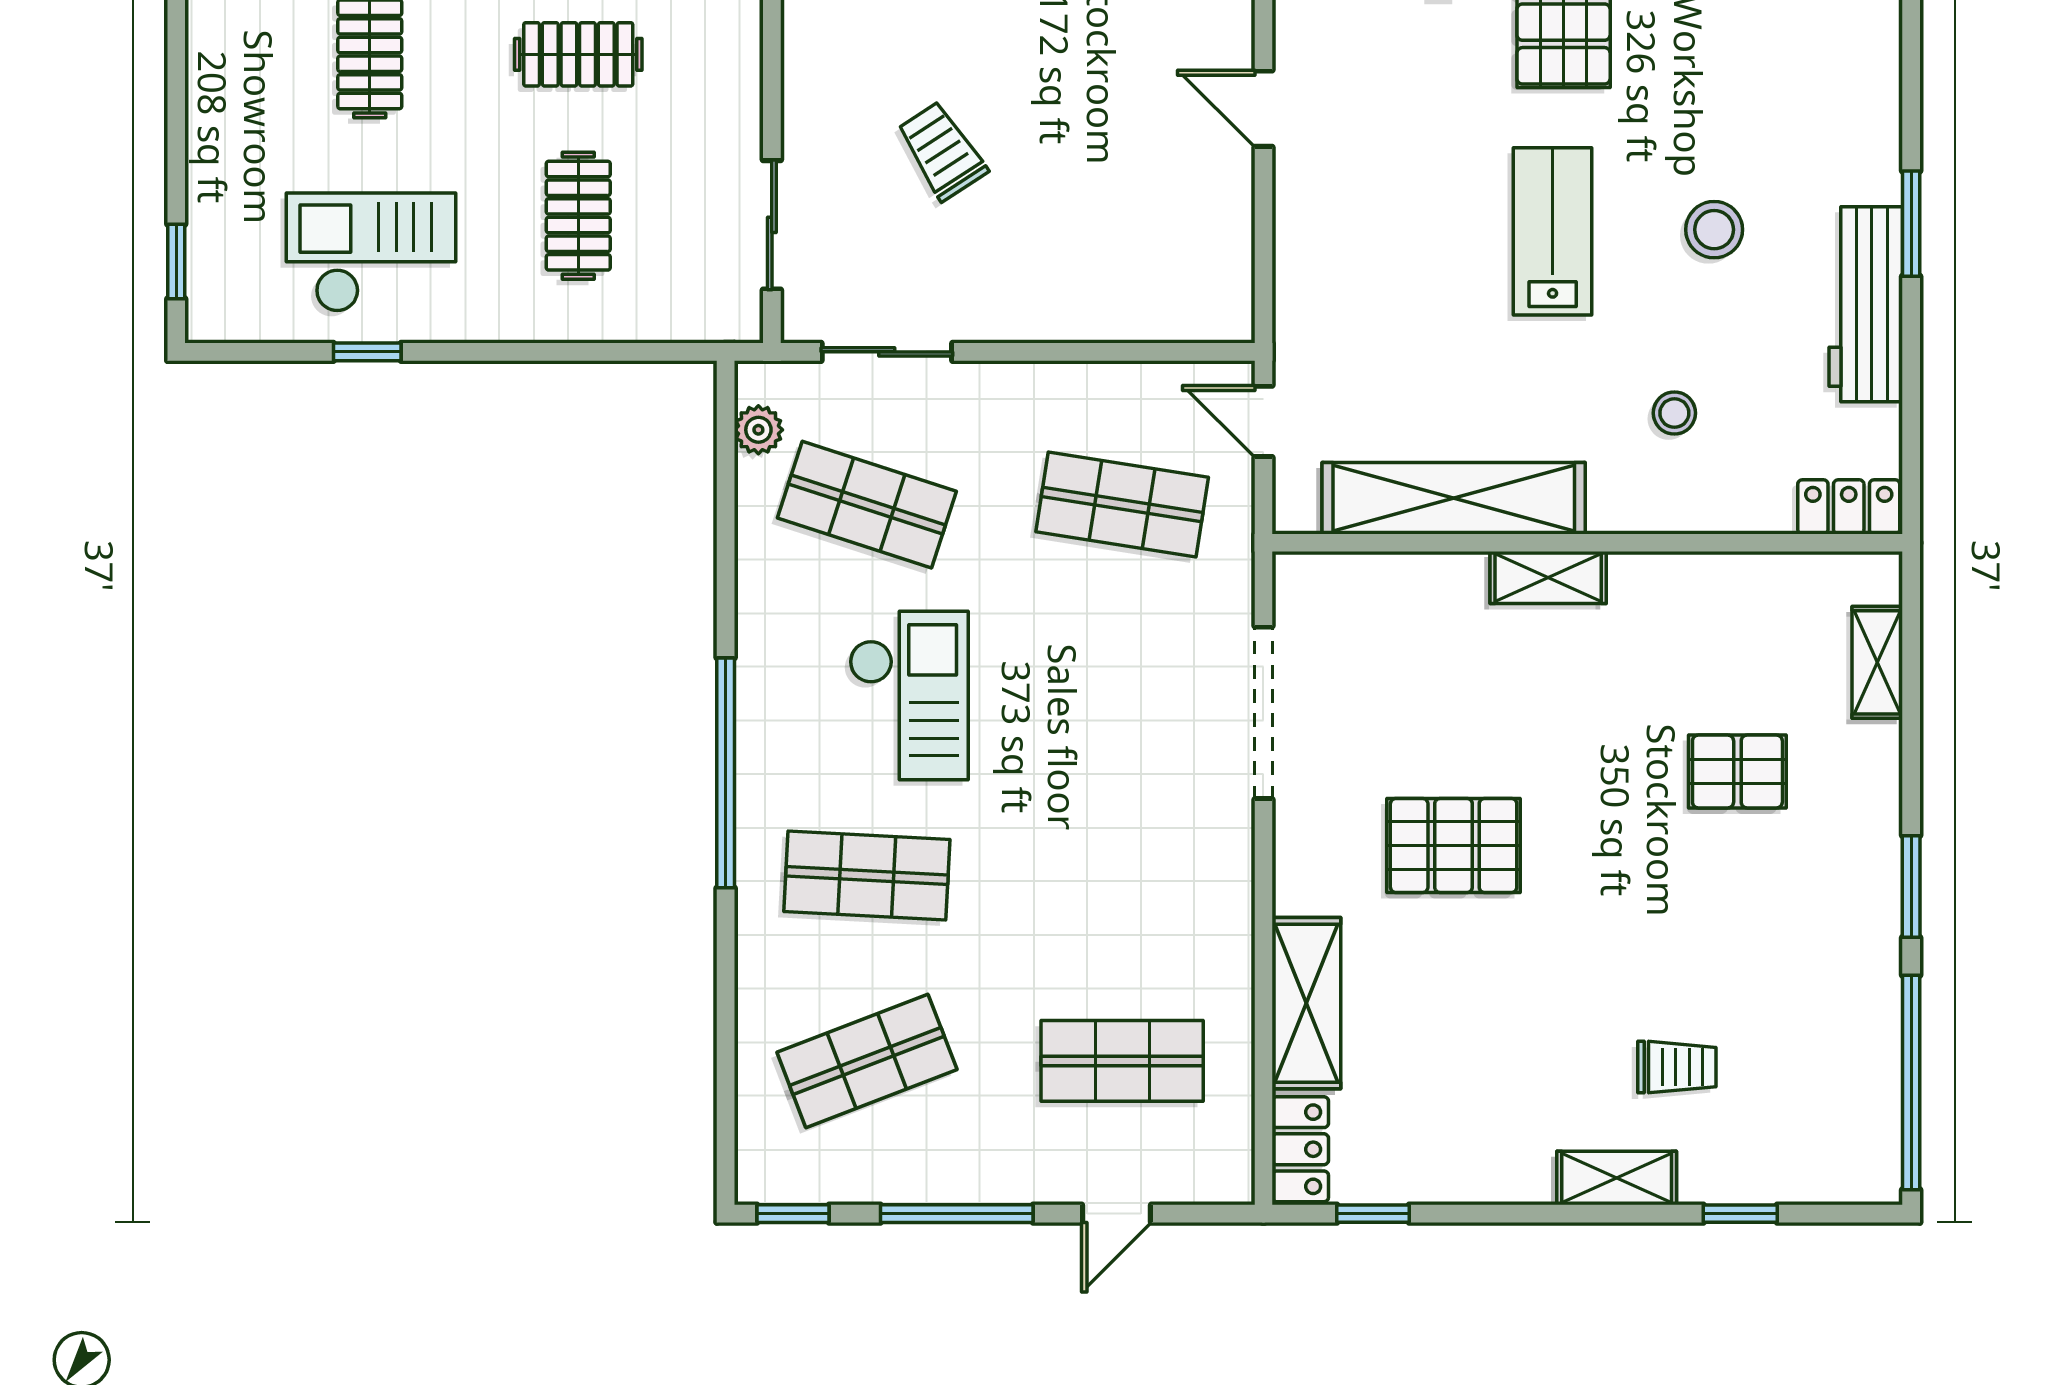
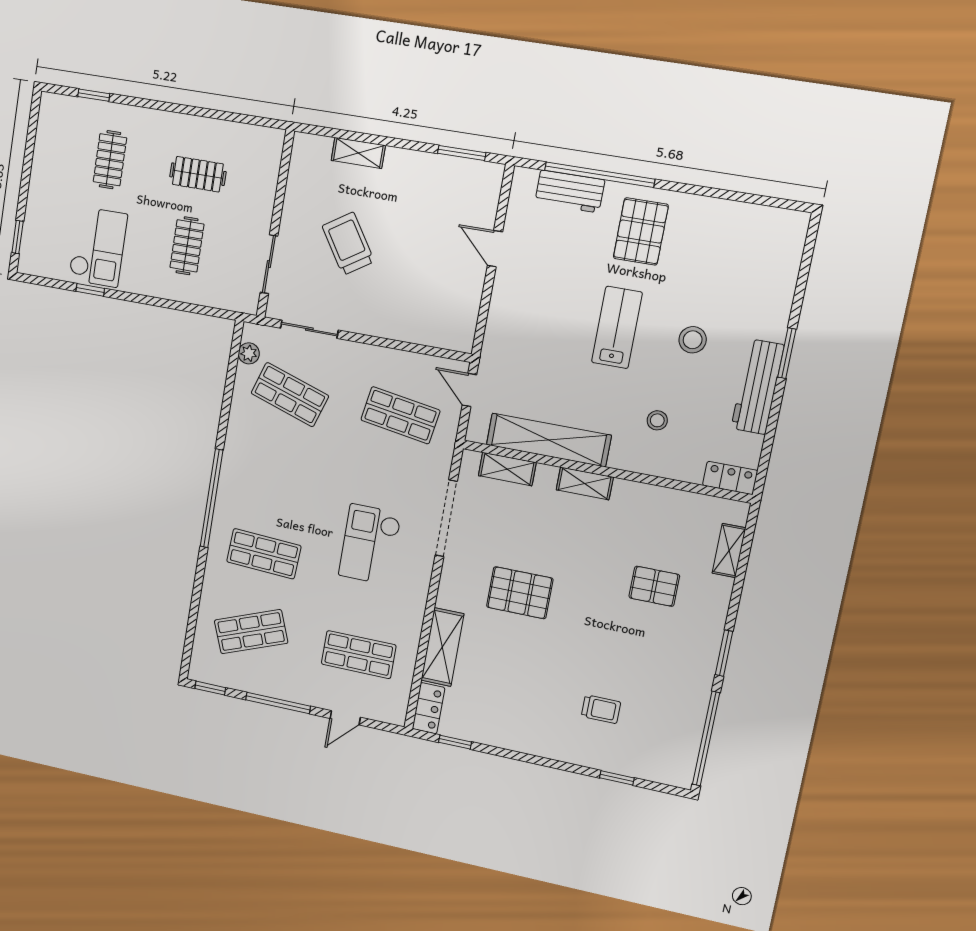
trolley: (942, 151) -> (348, 244), width x1.36, depth x1.39
checkout: (371, 252) -> (98, 247), turned 90
checkout: (909, 695) -> (370, 544), moved, turned 180
shelving: (1617, 1178) -> (507, 469), moved

